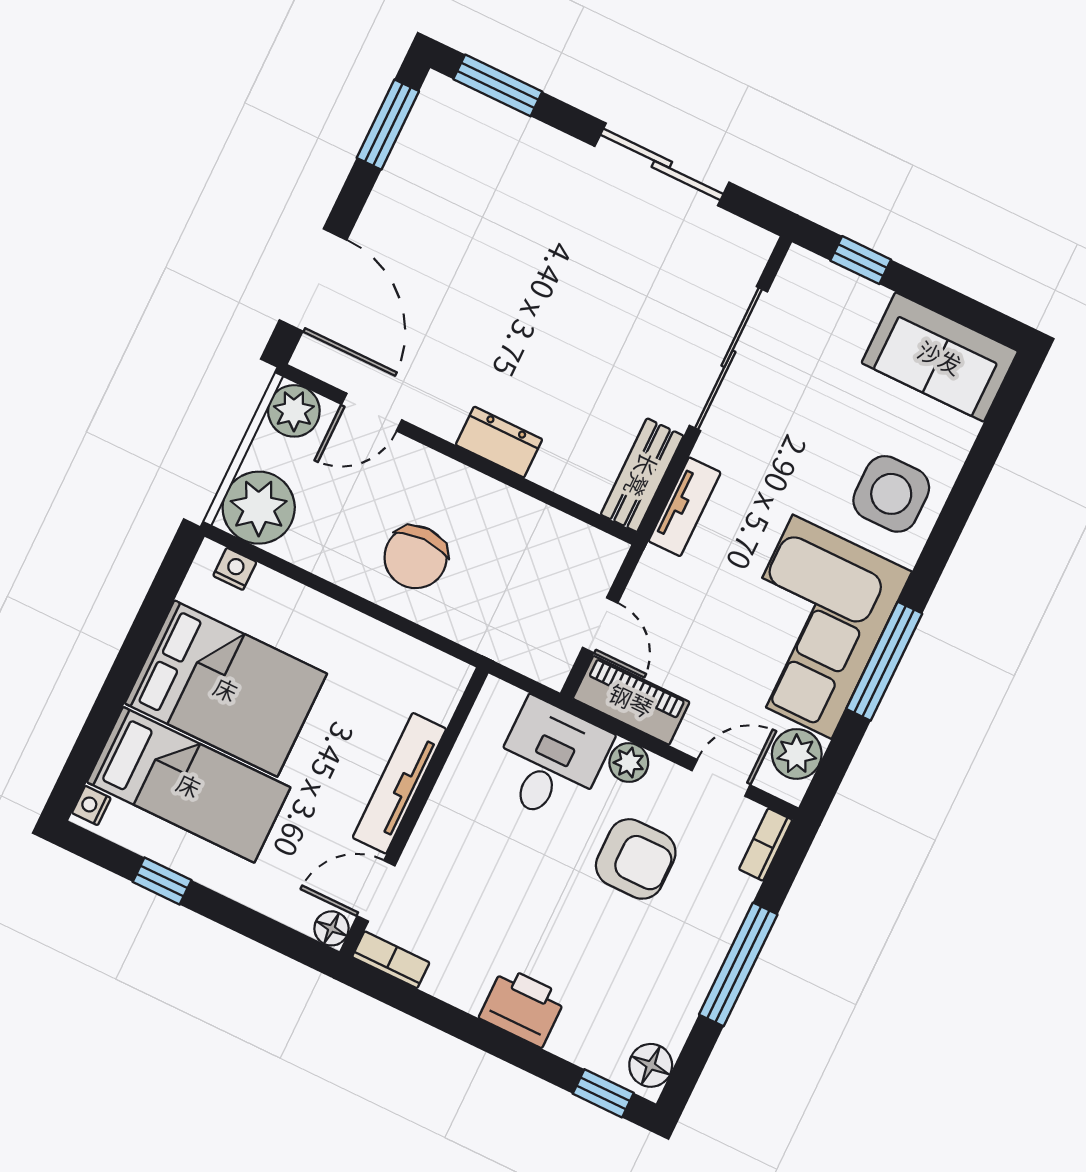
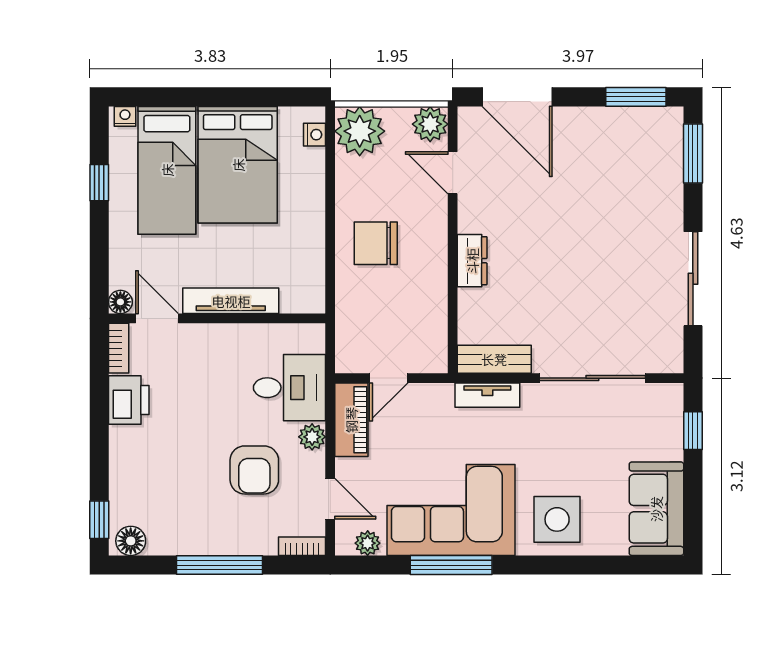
door: (313, 280) -> (517, 97), hinge flipped
plant: (797, 754) -> (368, 543), width x0.73, depth x0.73
printer: (523, 1007) -> (129, 400), moved

